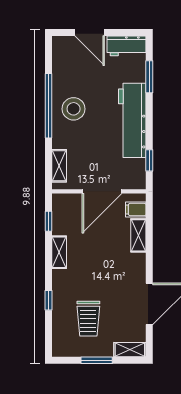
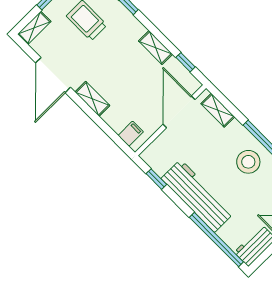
window: (149, 77) -> (216, 240), width x2.11
door: (102, 191) -> (179, 112), moved
shelving: (138, 235) -> (92, 99), moved

